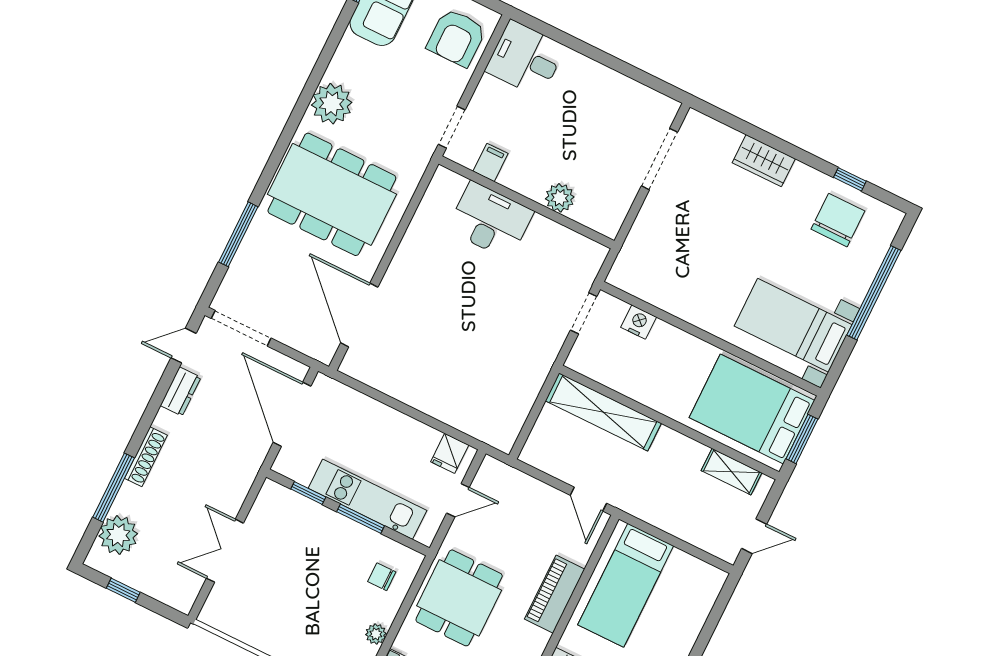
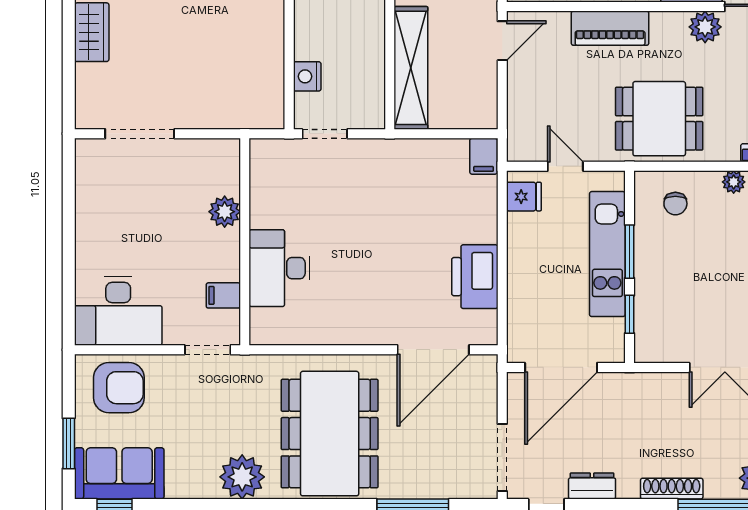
desk: (525, 59) -> (118, 311), width x1.37
printer: (403, 380) -> (475, 277), added
filing cabinet: (500, 436) -> (484, 156), added

